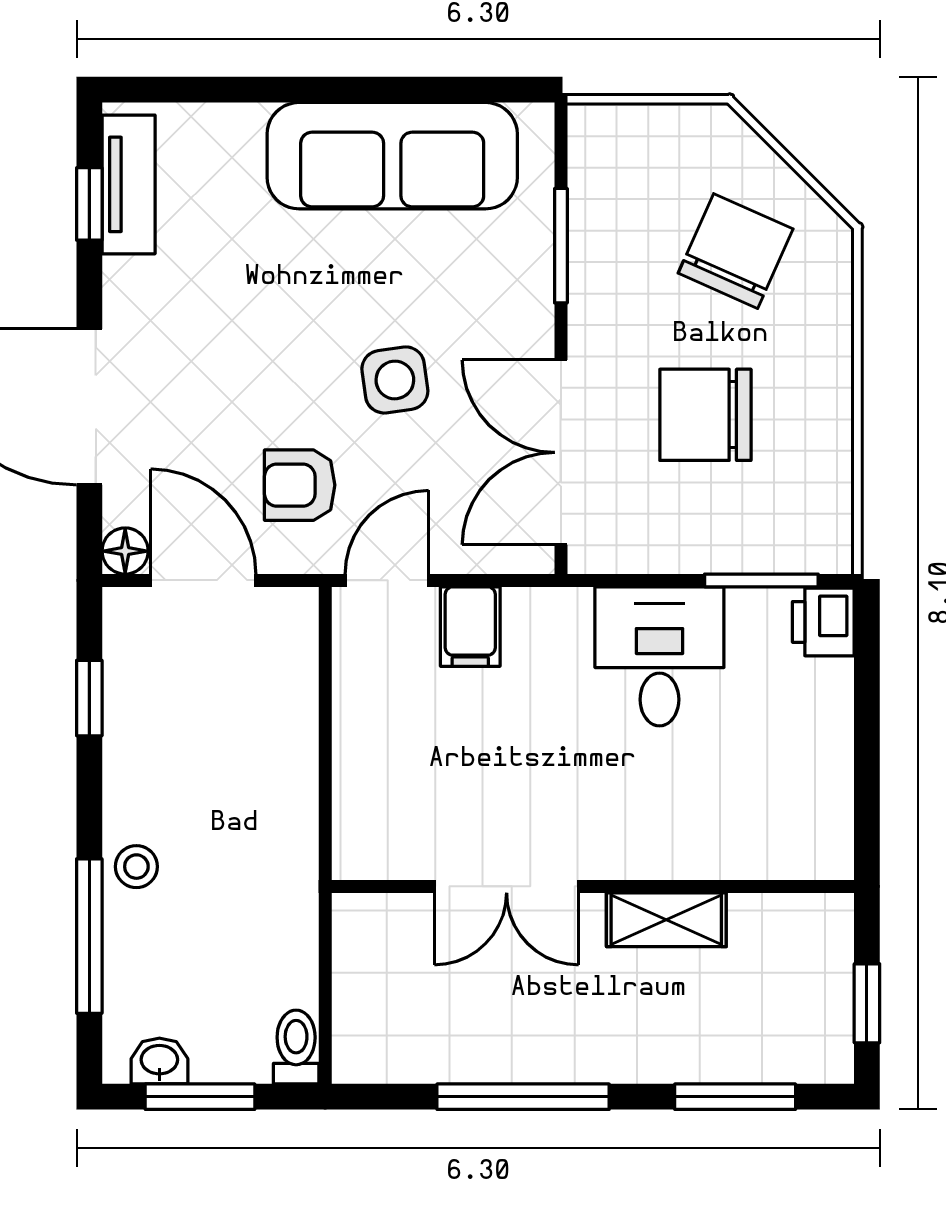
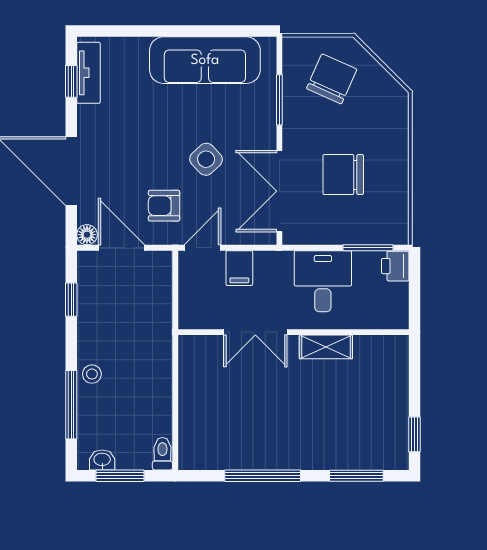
chair: (736, 251) -> (332, 79), moved
side table: (395, 380) -> (206, 159), turned -35
double door: (507, 886) -> (255, 332), moved
wall: (593, 886) -> (293, 332), moved
shelving: (666, 920) -> (326, 347), moved

